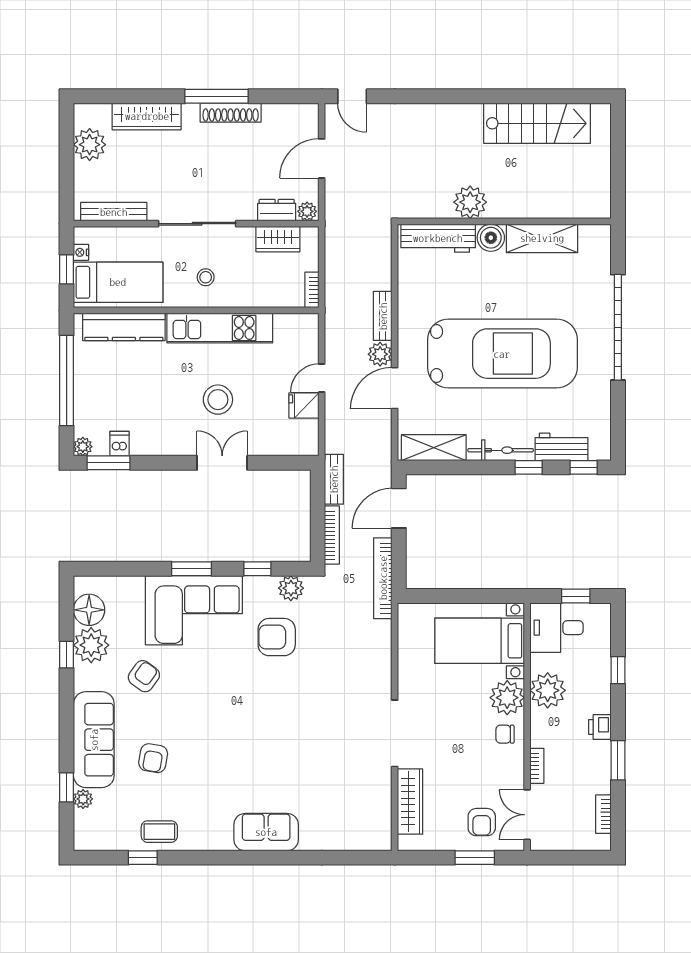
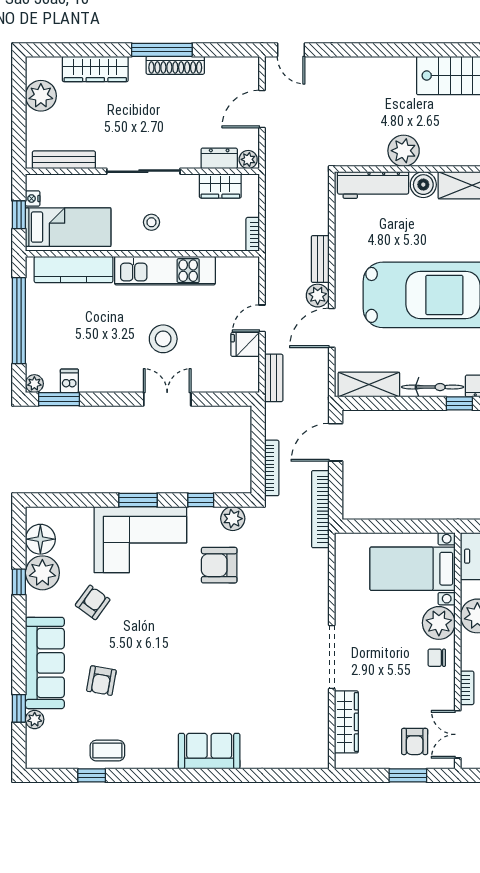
bench: (334, 479) -> (274, 378), moved

